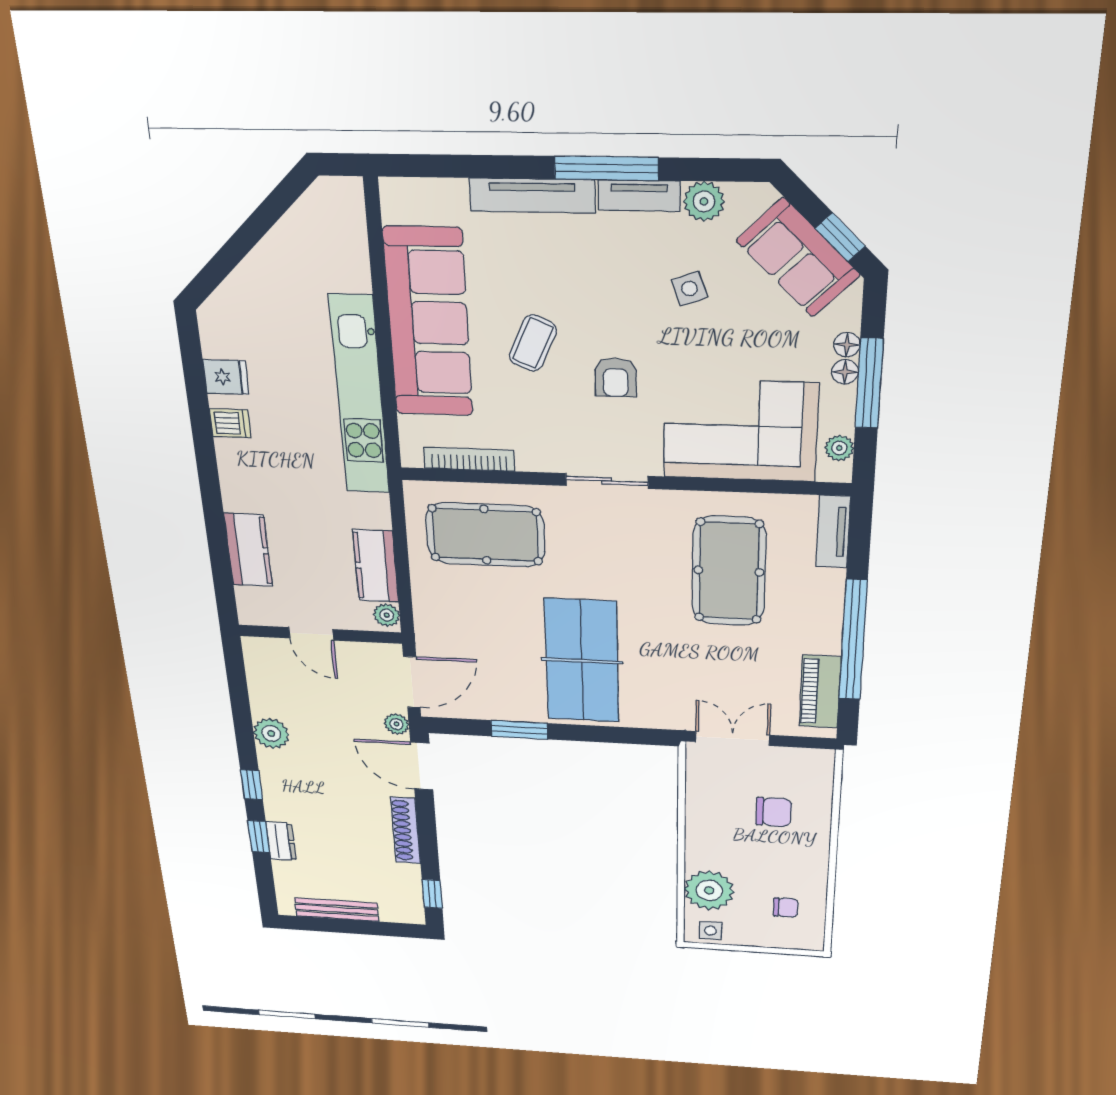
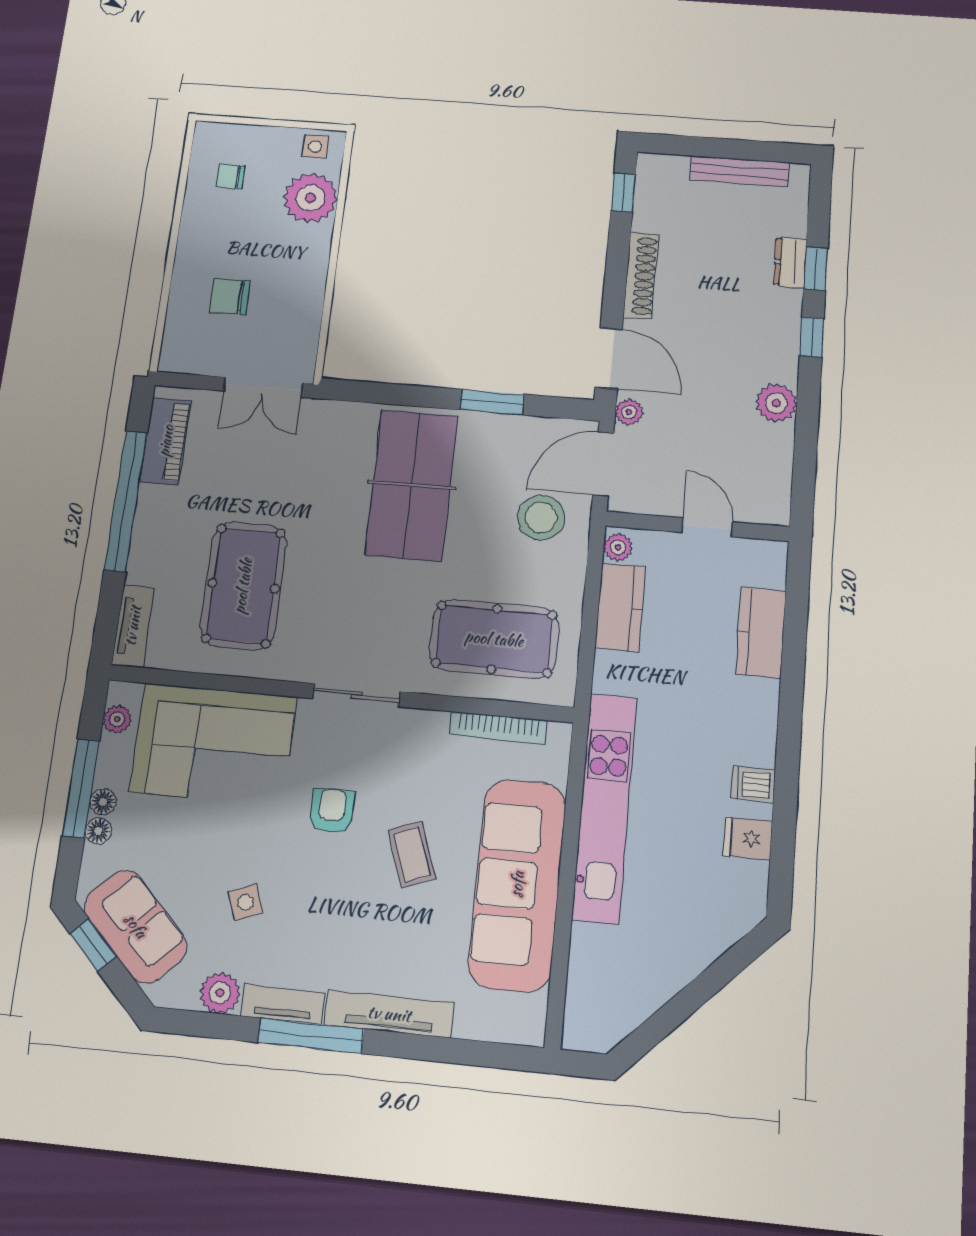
coffee table: (533, 343) -> (412, 854), turned -44
stool: (460, 637) -> (541, 517), added

